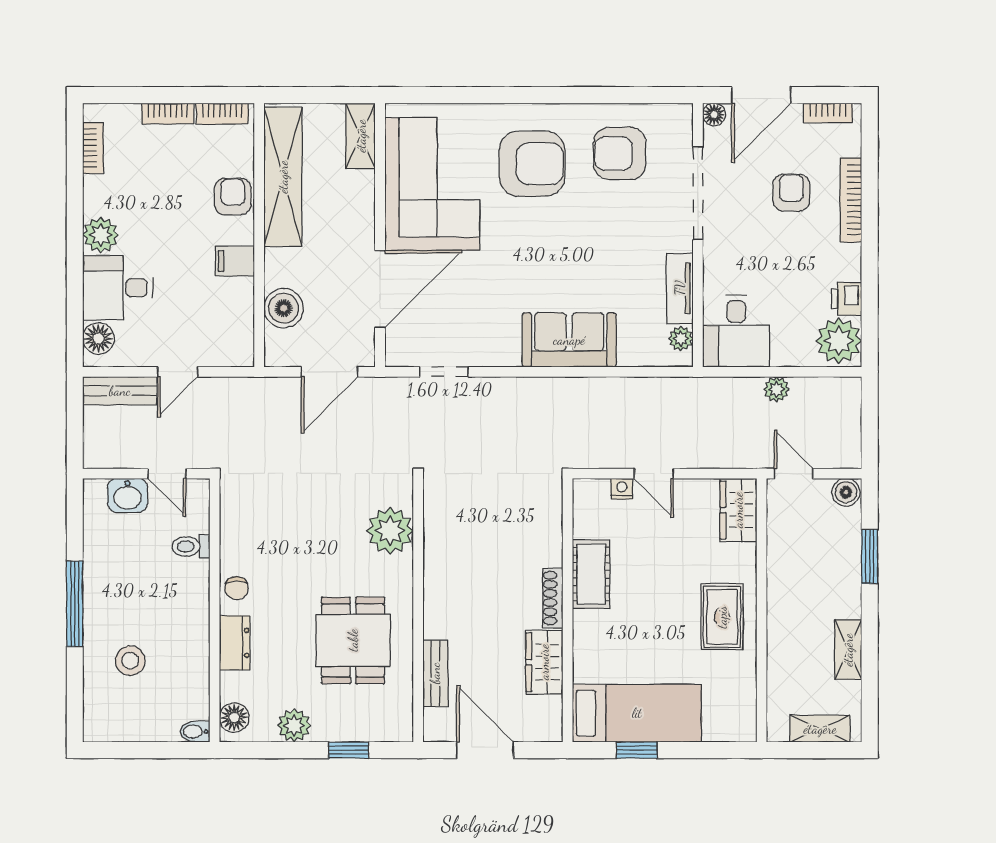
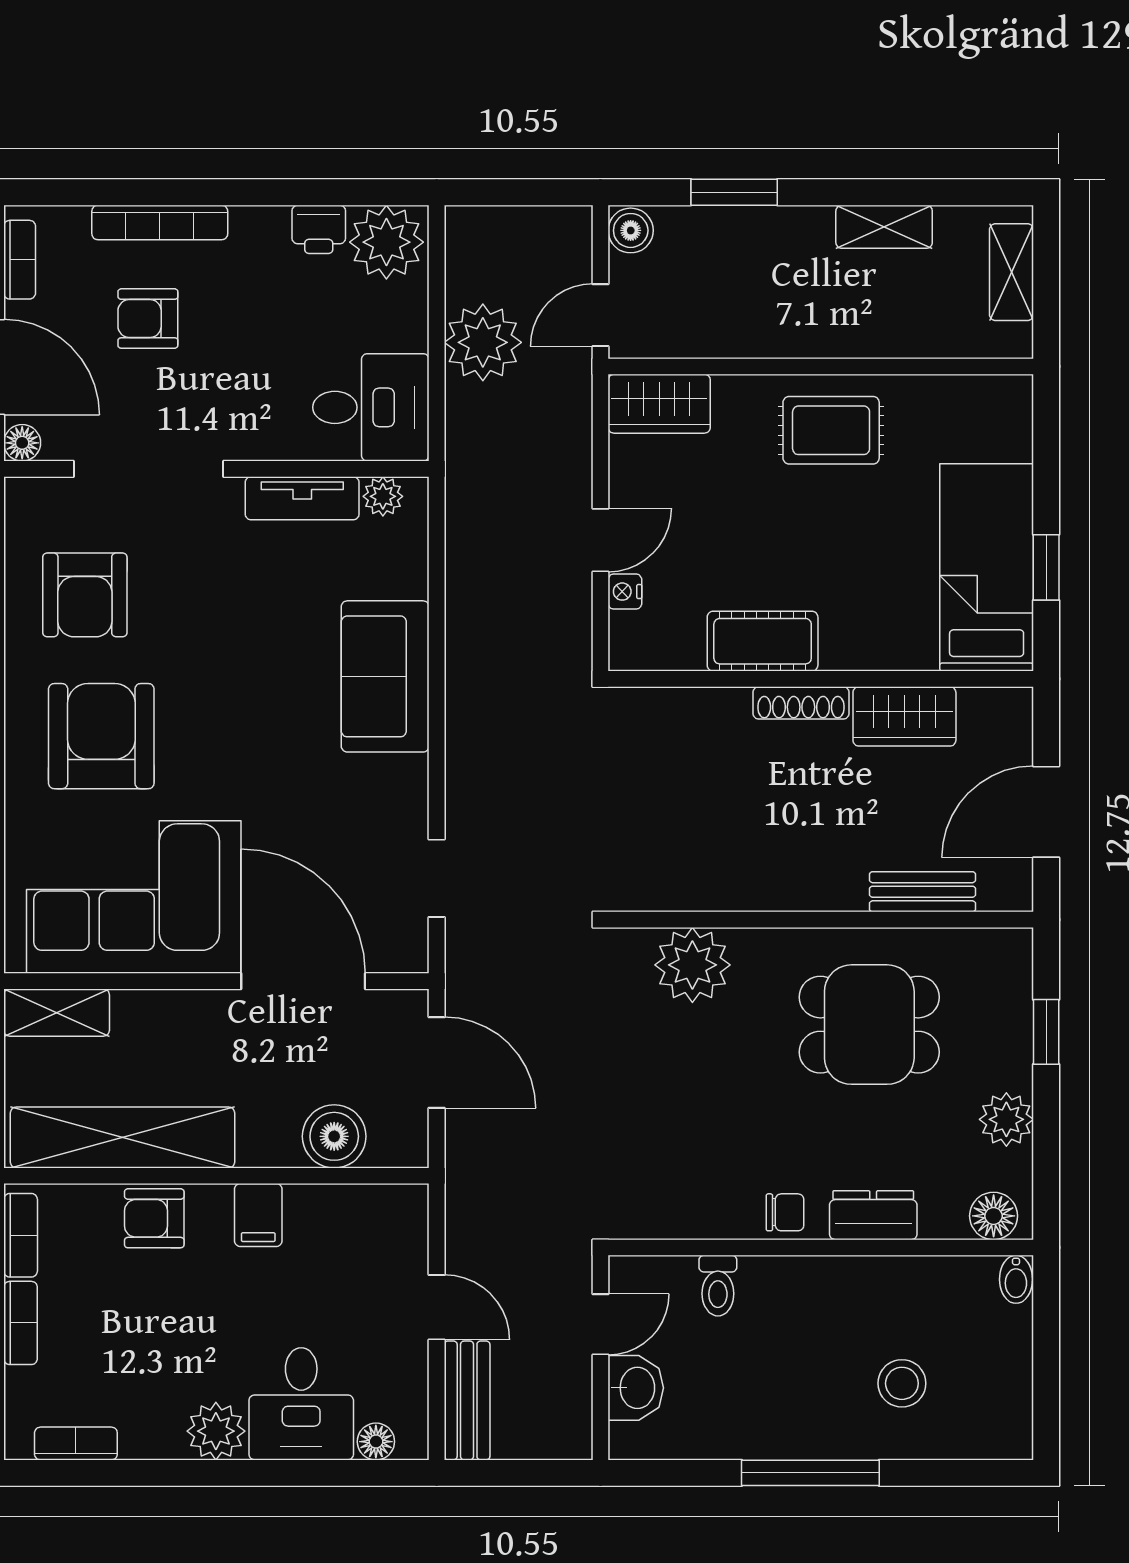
floor lamp: (98, 338) -> (376, 1442), width x0.73, depth x0.73
plant: (777, 389) -> (483, 342), width x1.88, depth x1.88

